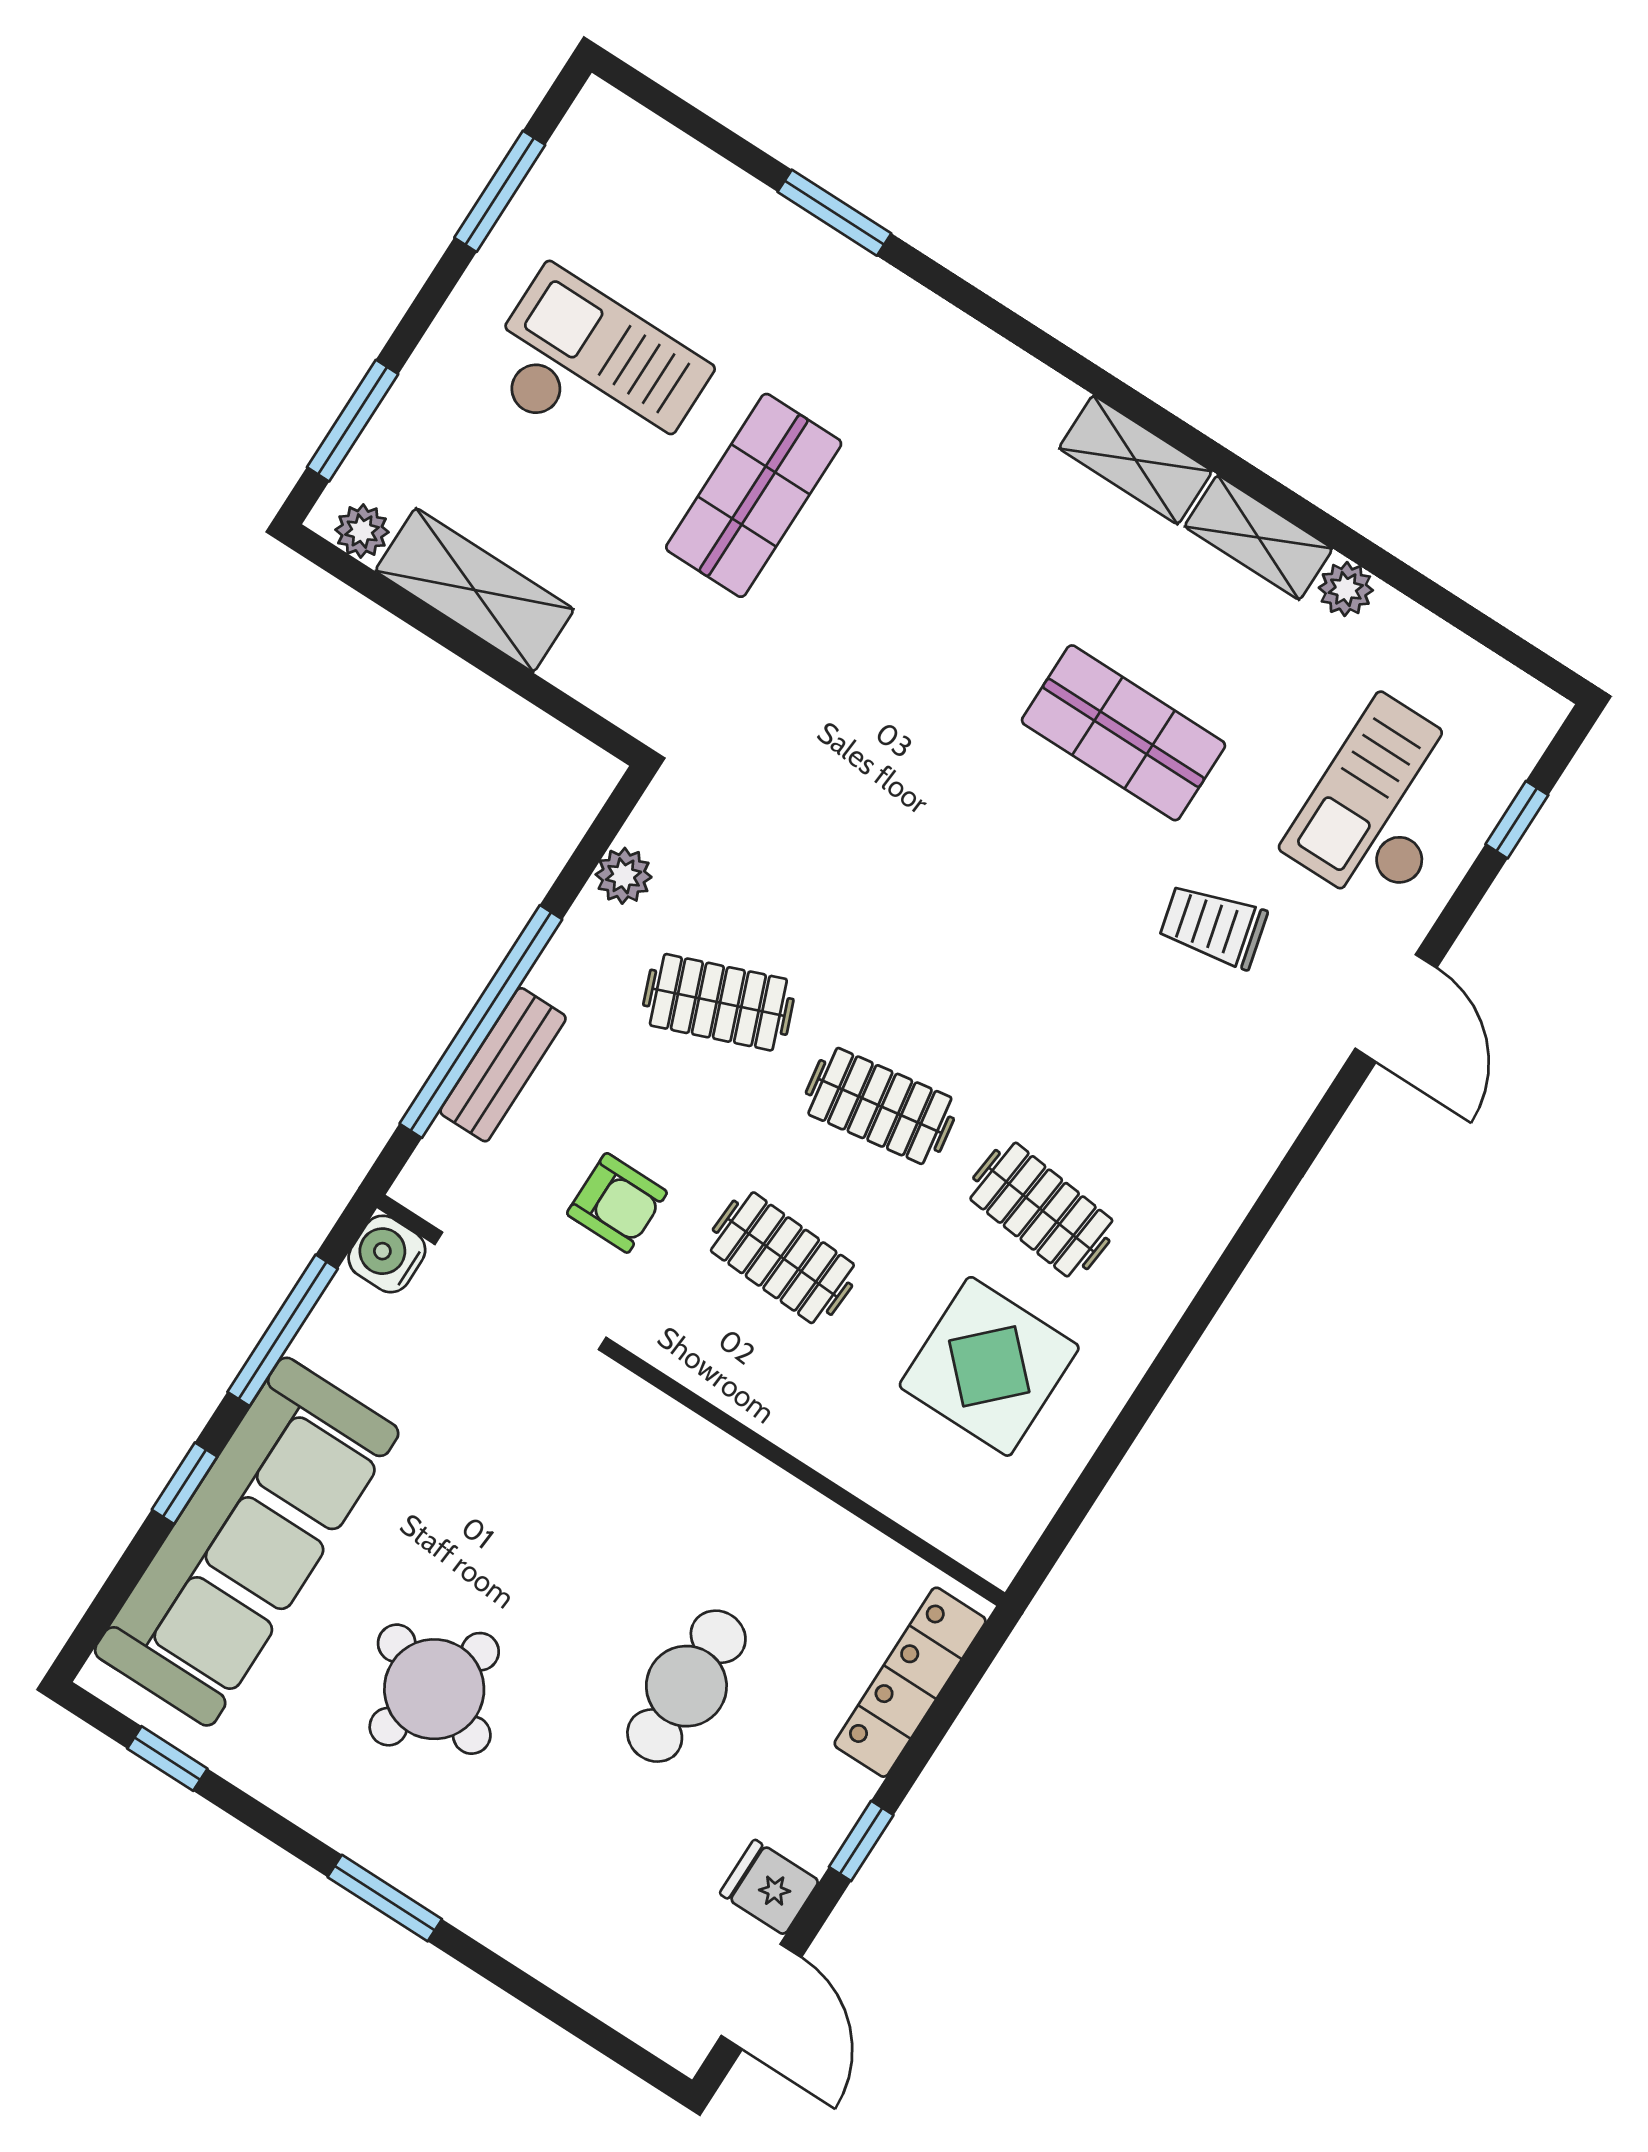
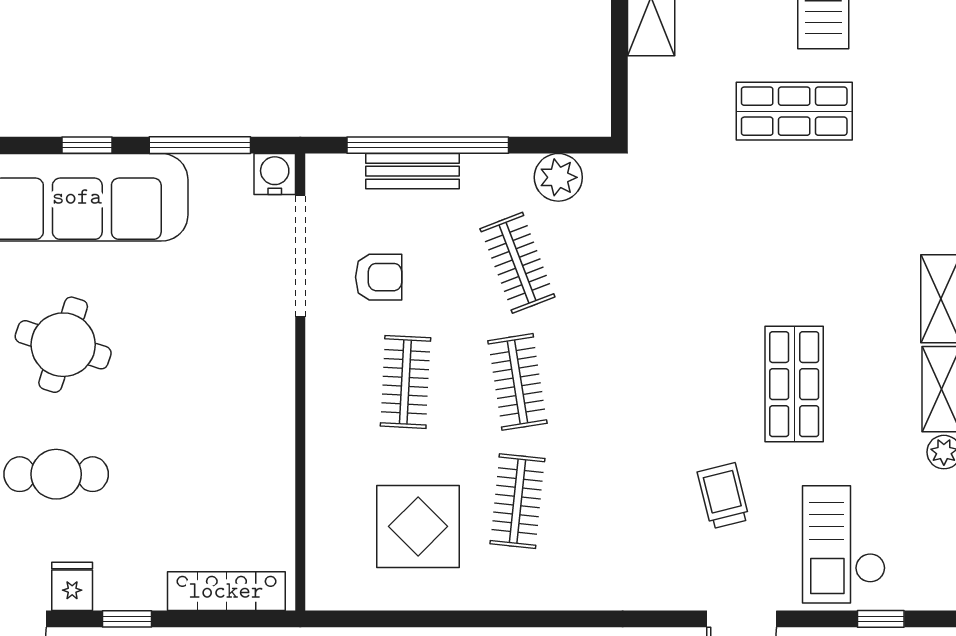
checkout: (1384, 805) -> (844, 544), turned -90
plant: (624, 876) -> (558, 177), width x1.38, depth x1.38
armchair: (617, 1203) -> (379, 277), turned -90
cafe table: (686, 1686) -> (56, 474), moved

